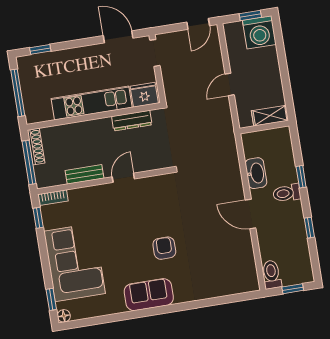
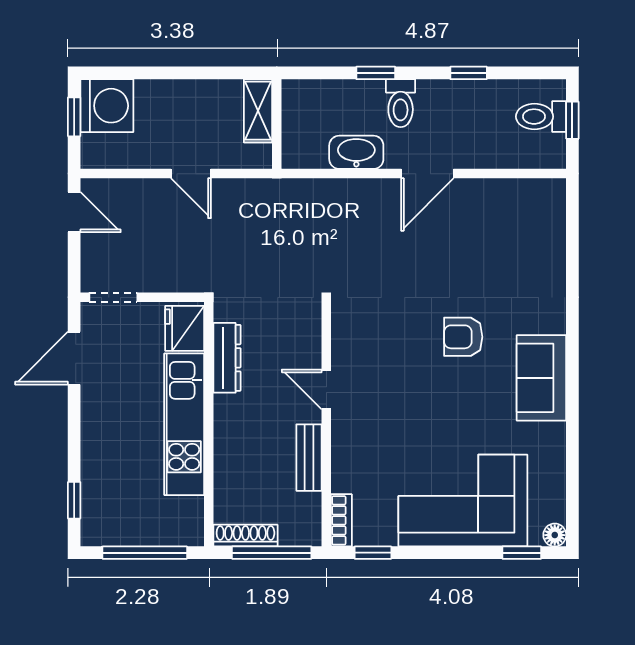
toilet: (272, 274) -> (541, 117), moved

